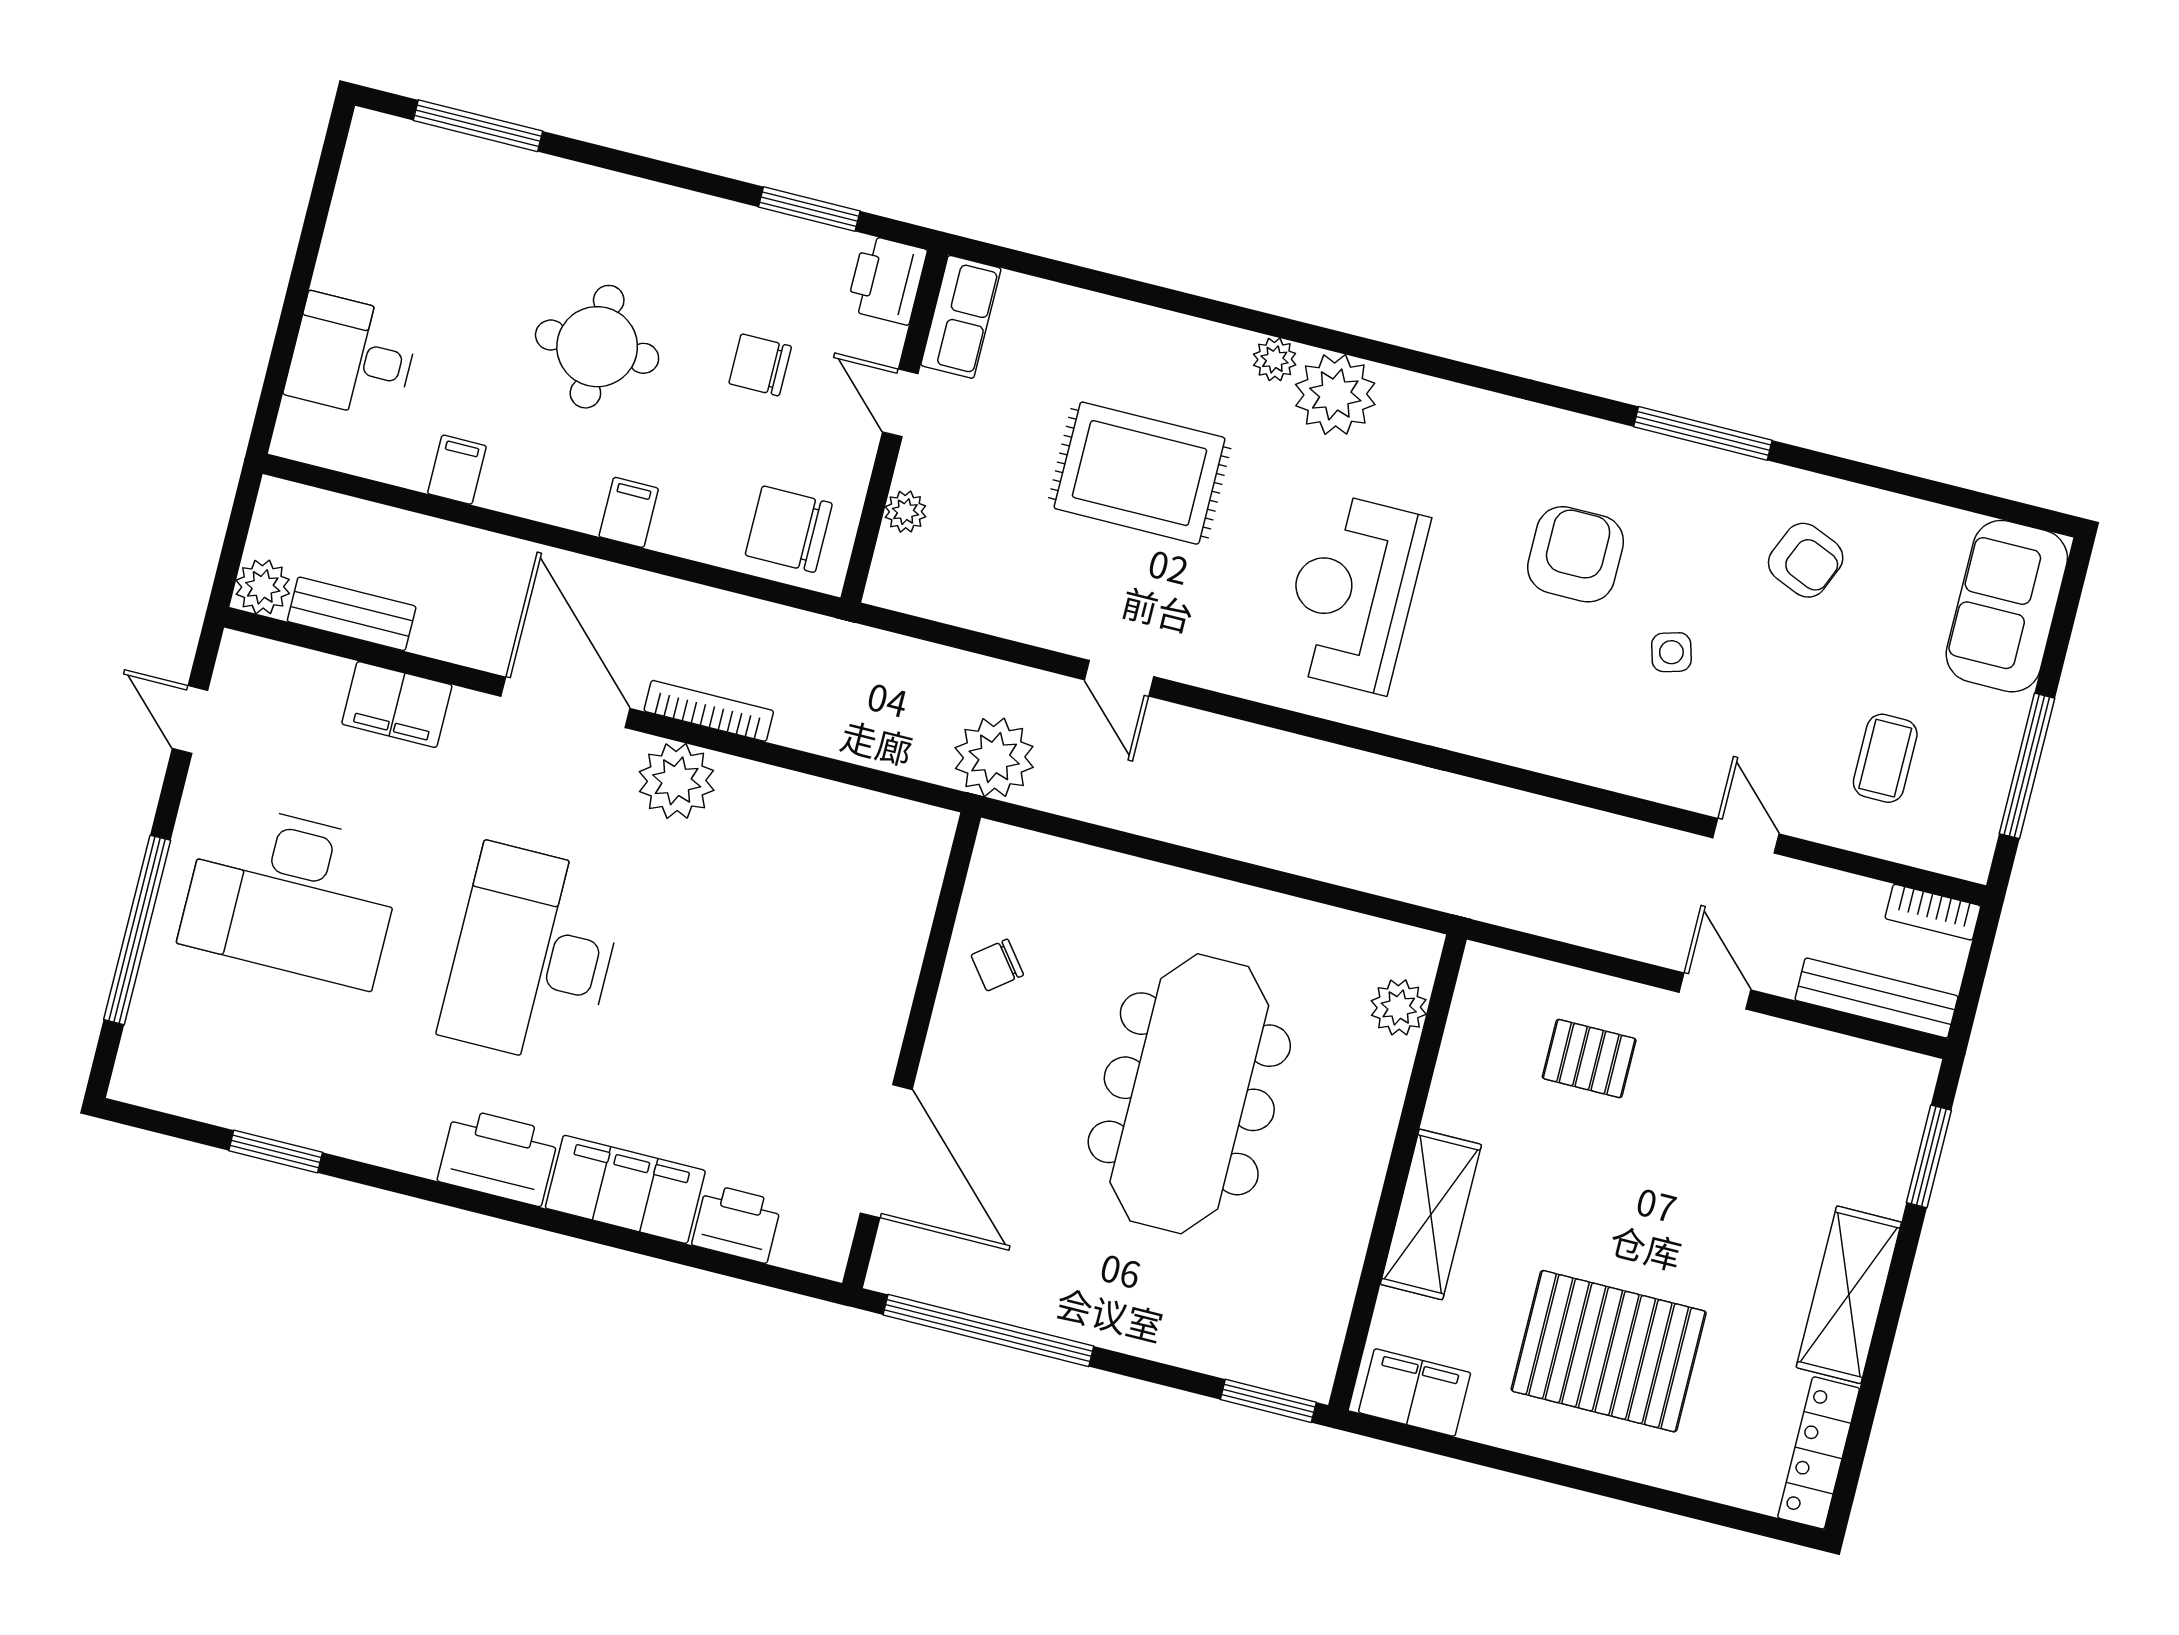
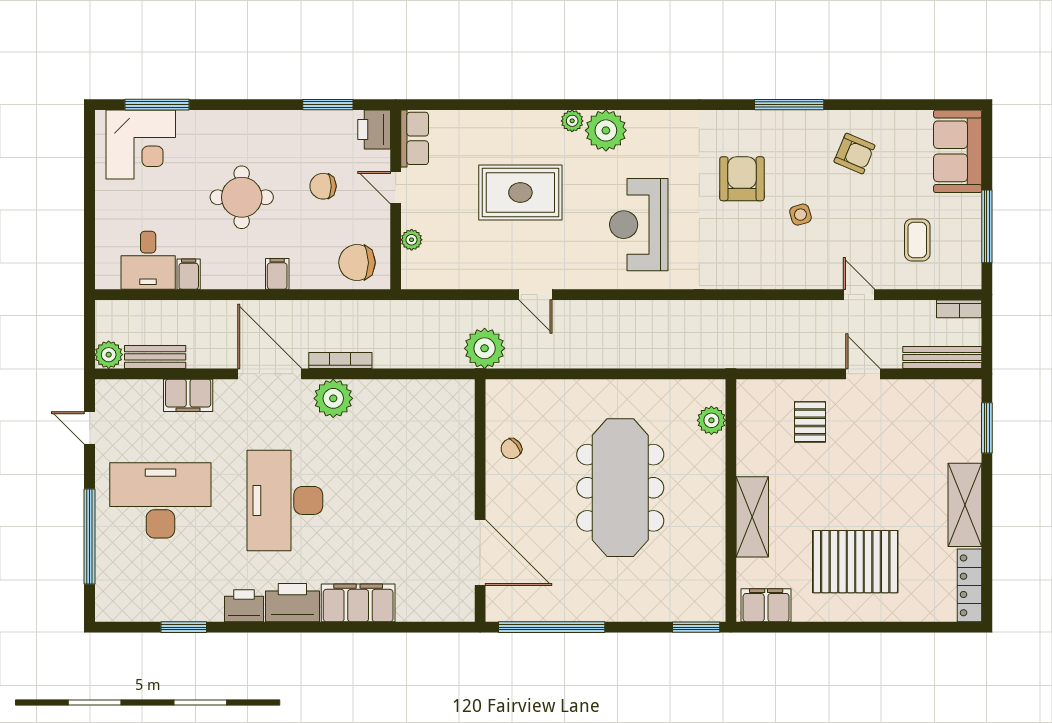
corner desk: (427, 195) -> (141, 145), added
desk: (352, 356) -> (148, 260), moved, turned -90
desk: (292, 895) -> (160, 500), turned 180
pallet: (1589, 1059) -> (810, 422), turned 90
printer: (737, 1223) -> (244, 606), moved

